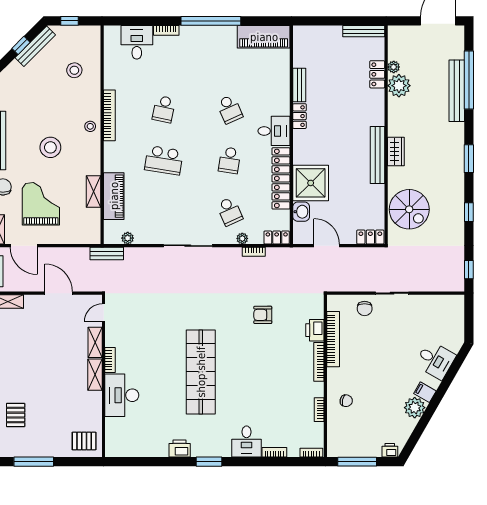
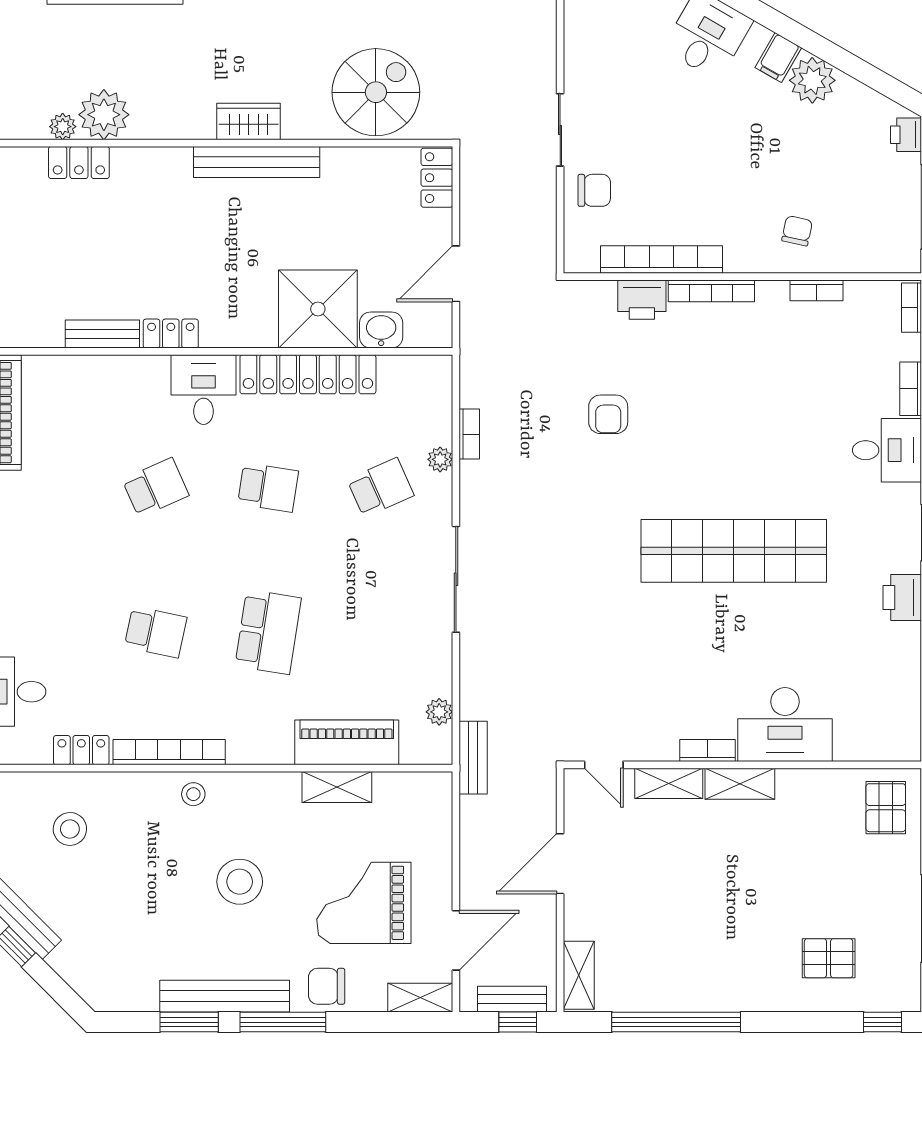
locker: (277, 238) -> (81, 750), moved, turned 90

